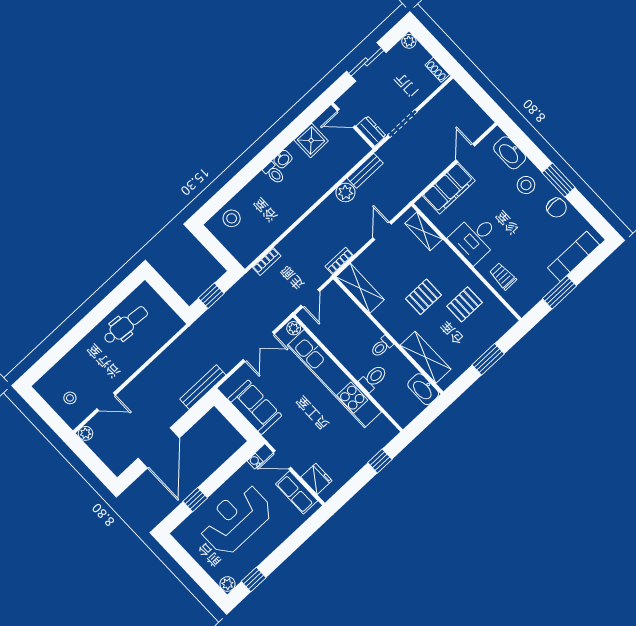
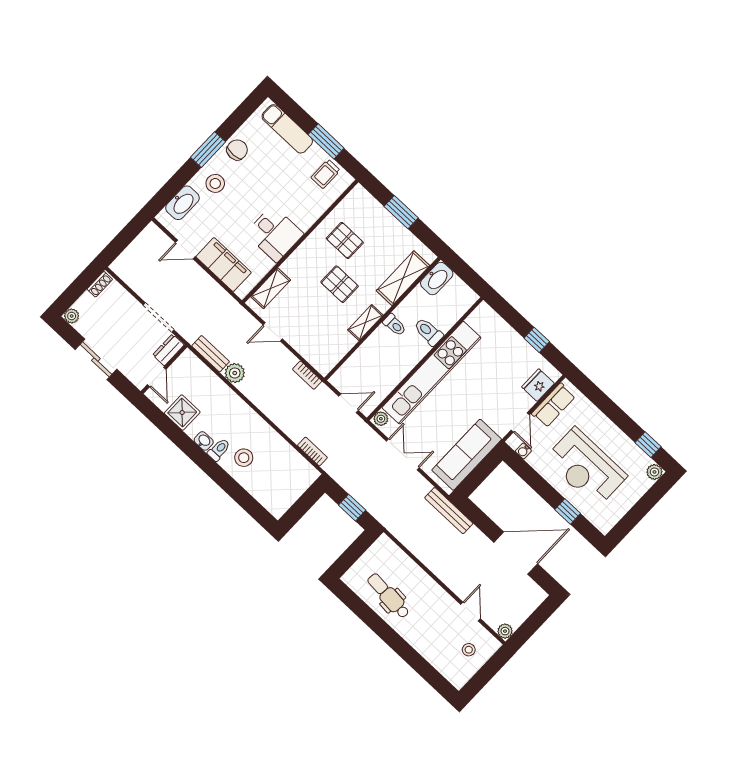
stool: (232, 218) -> (244, 458), moved
trolley: (503, 276) -> (326, 174), moved
shelving: (360, 288) -> (365, 323), moved, width x0.67, depth x0.75
sofa: (255, 407) -> (467, 455), width x1.36
window: (380, 461) -> (537, 340), moved

